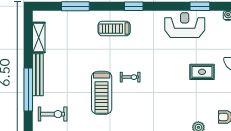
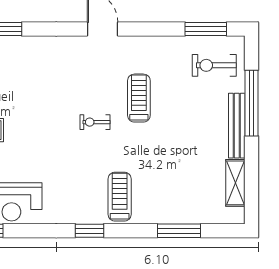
treadmill: (114, 29) -> (120, 197), turned -90
treadmill: (102, 93) -> (139, 98), width x0.73, depth x0.73

